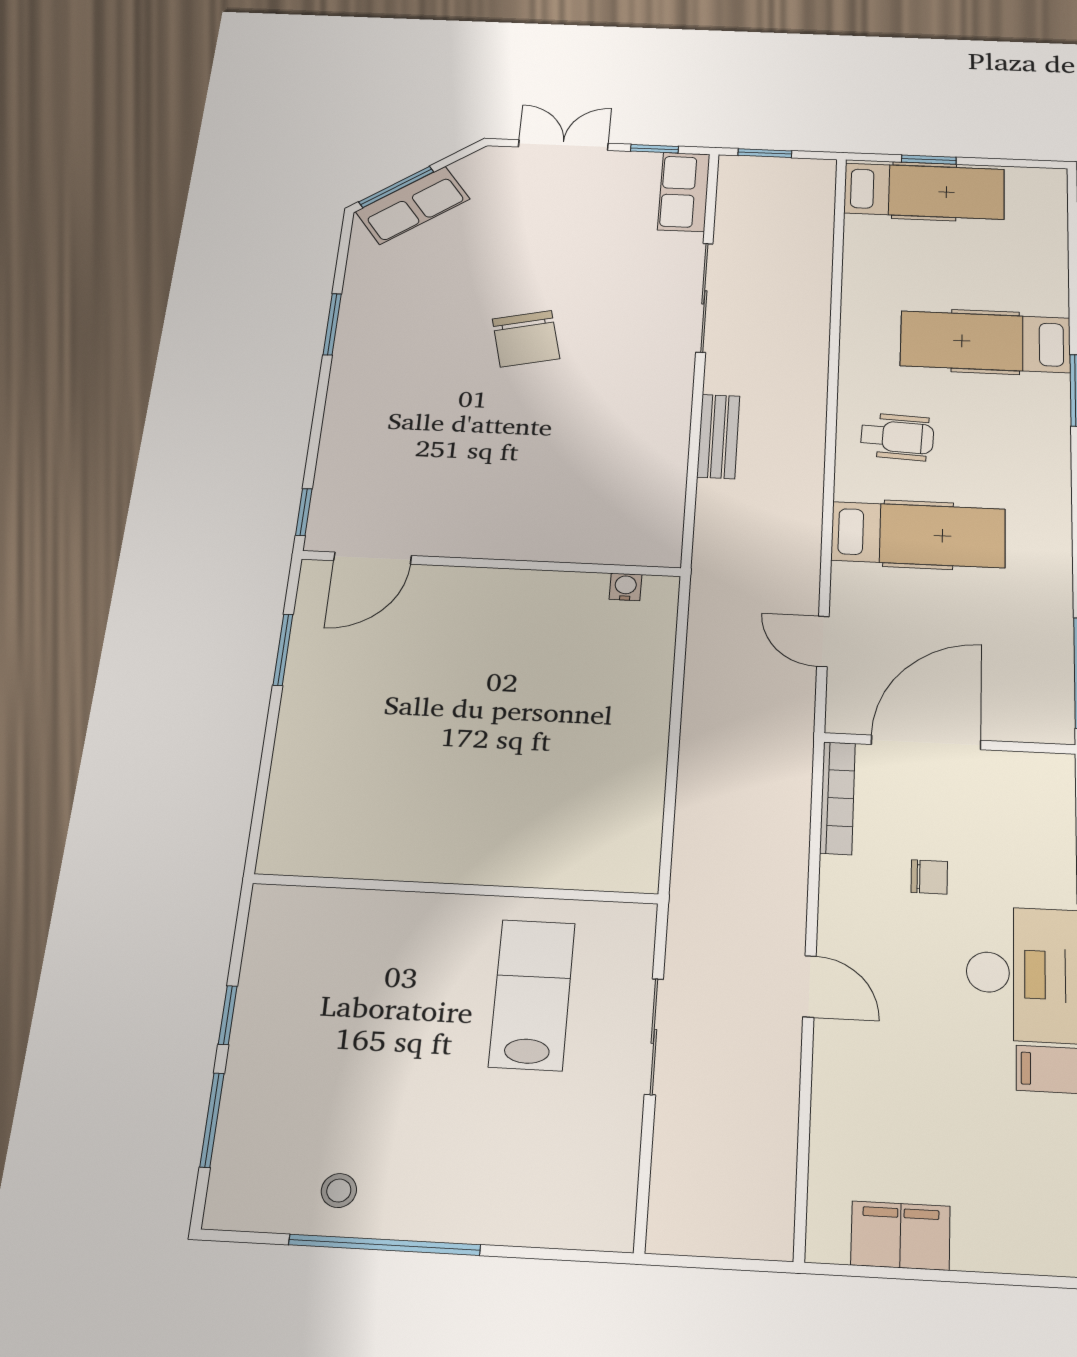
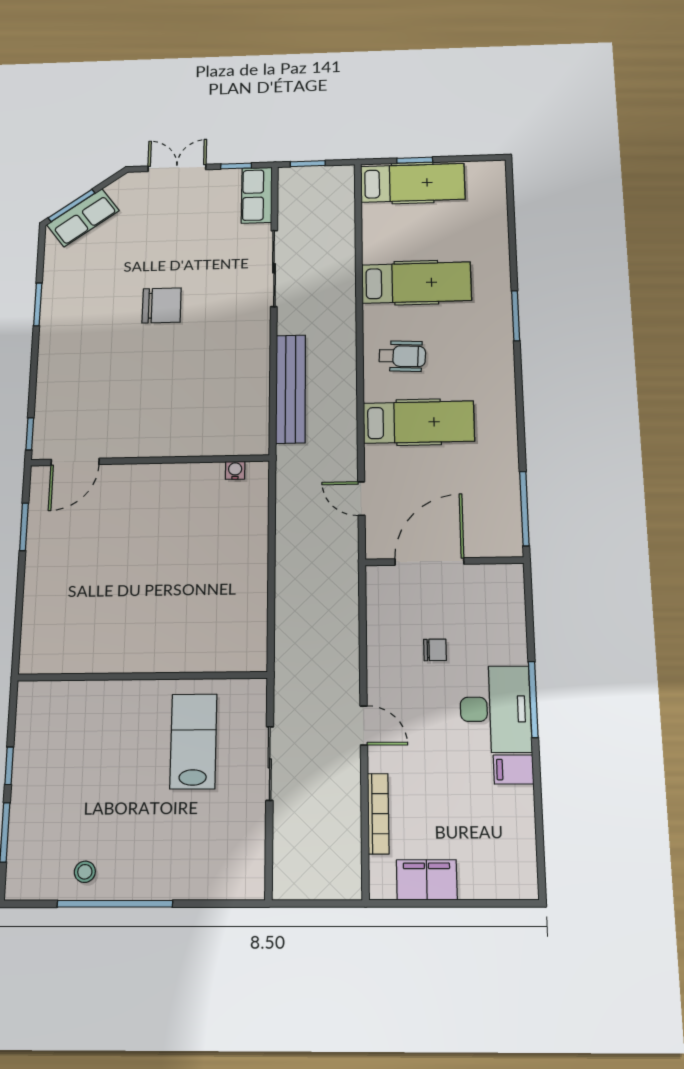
chair: (526, 339) -> (162, 305), turned -77
hospital bed: (985, 342) -> (416, 283), moved, turned 180
bench: (718, 436) -> (291, 389), width x1.86, depth x1.21
bookcase: (838, 798) -> (378, 814), moved

